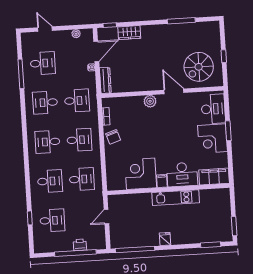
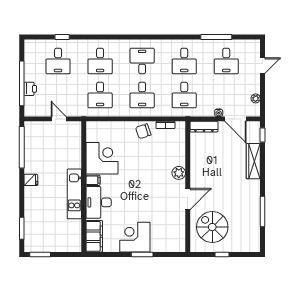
wardrobe: (129, 33) -> (253, 161), width x1.50
desk: (45, 103) -> (184, 61), turned 180
desk: (213, 109) -> (166, 240), removed

